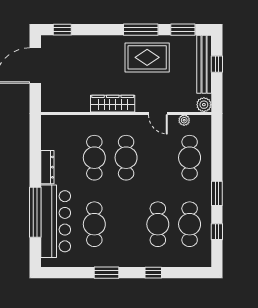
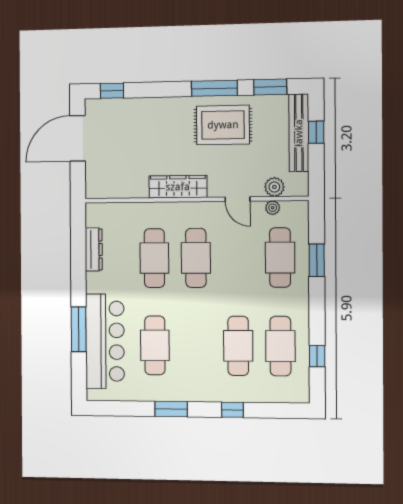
plant: (204, 105) -> (274, 187), moved
dresser: (47, 167) -> (94, 249), moved
window: (217, 193) -> (317, 260), moved
window: (35, 212) -> (79, 329), width x0.68

